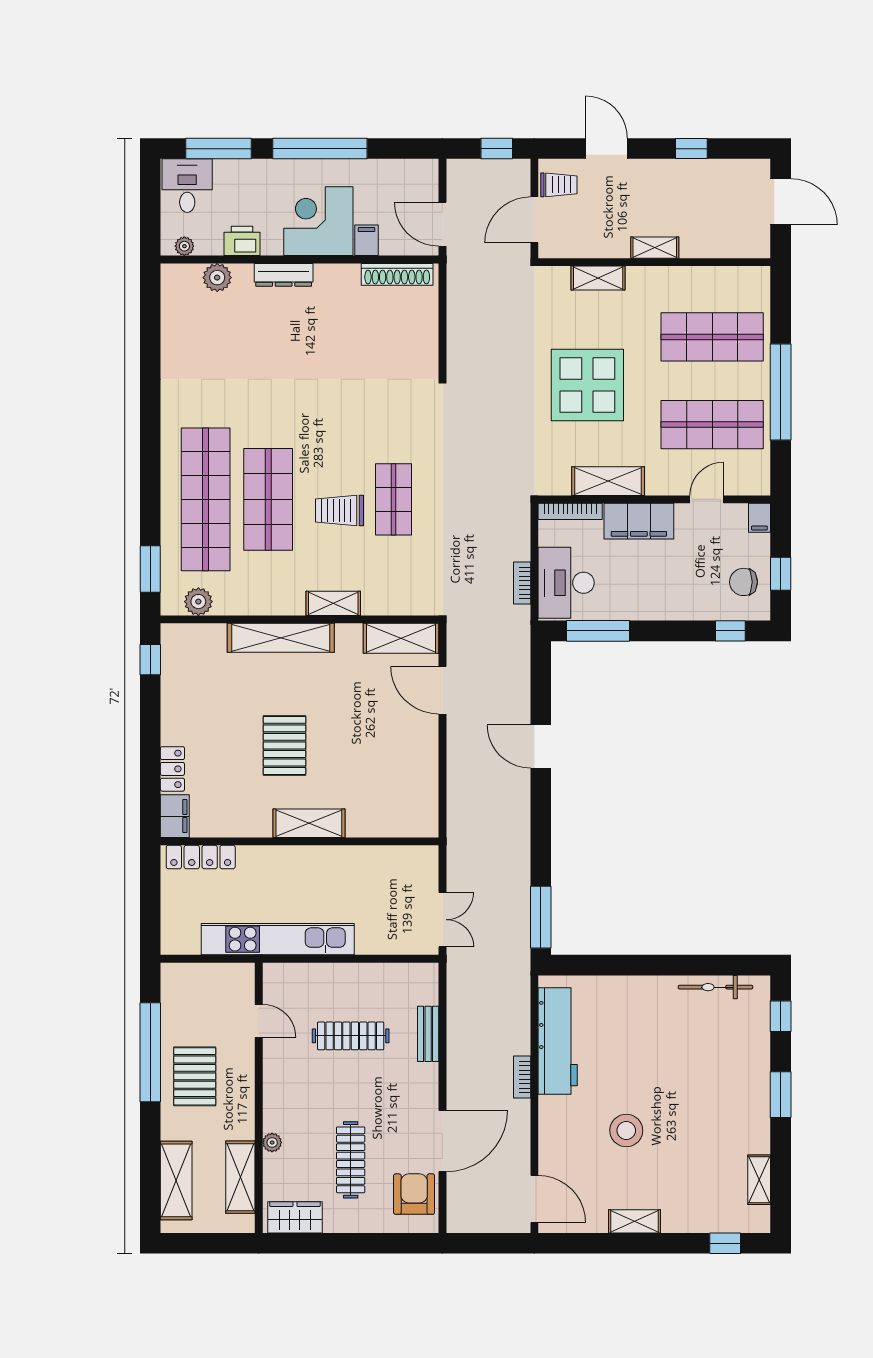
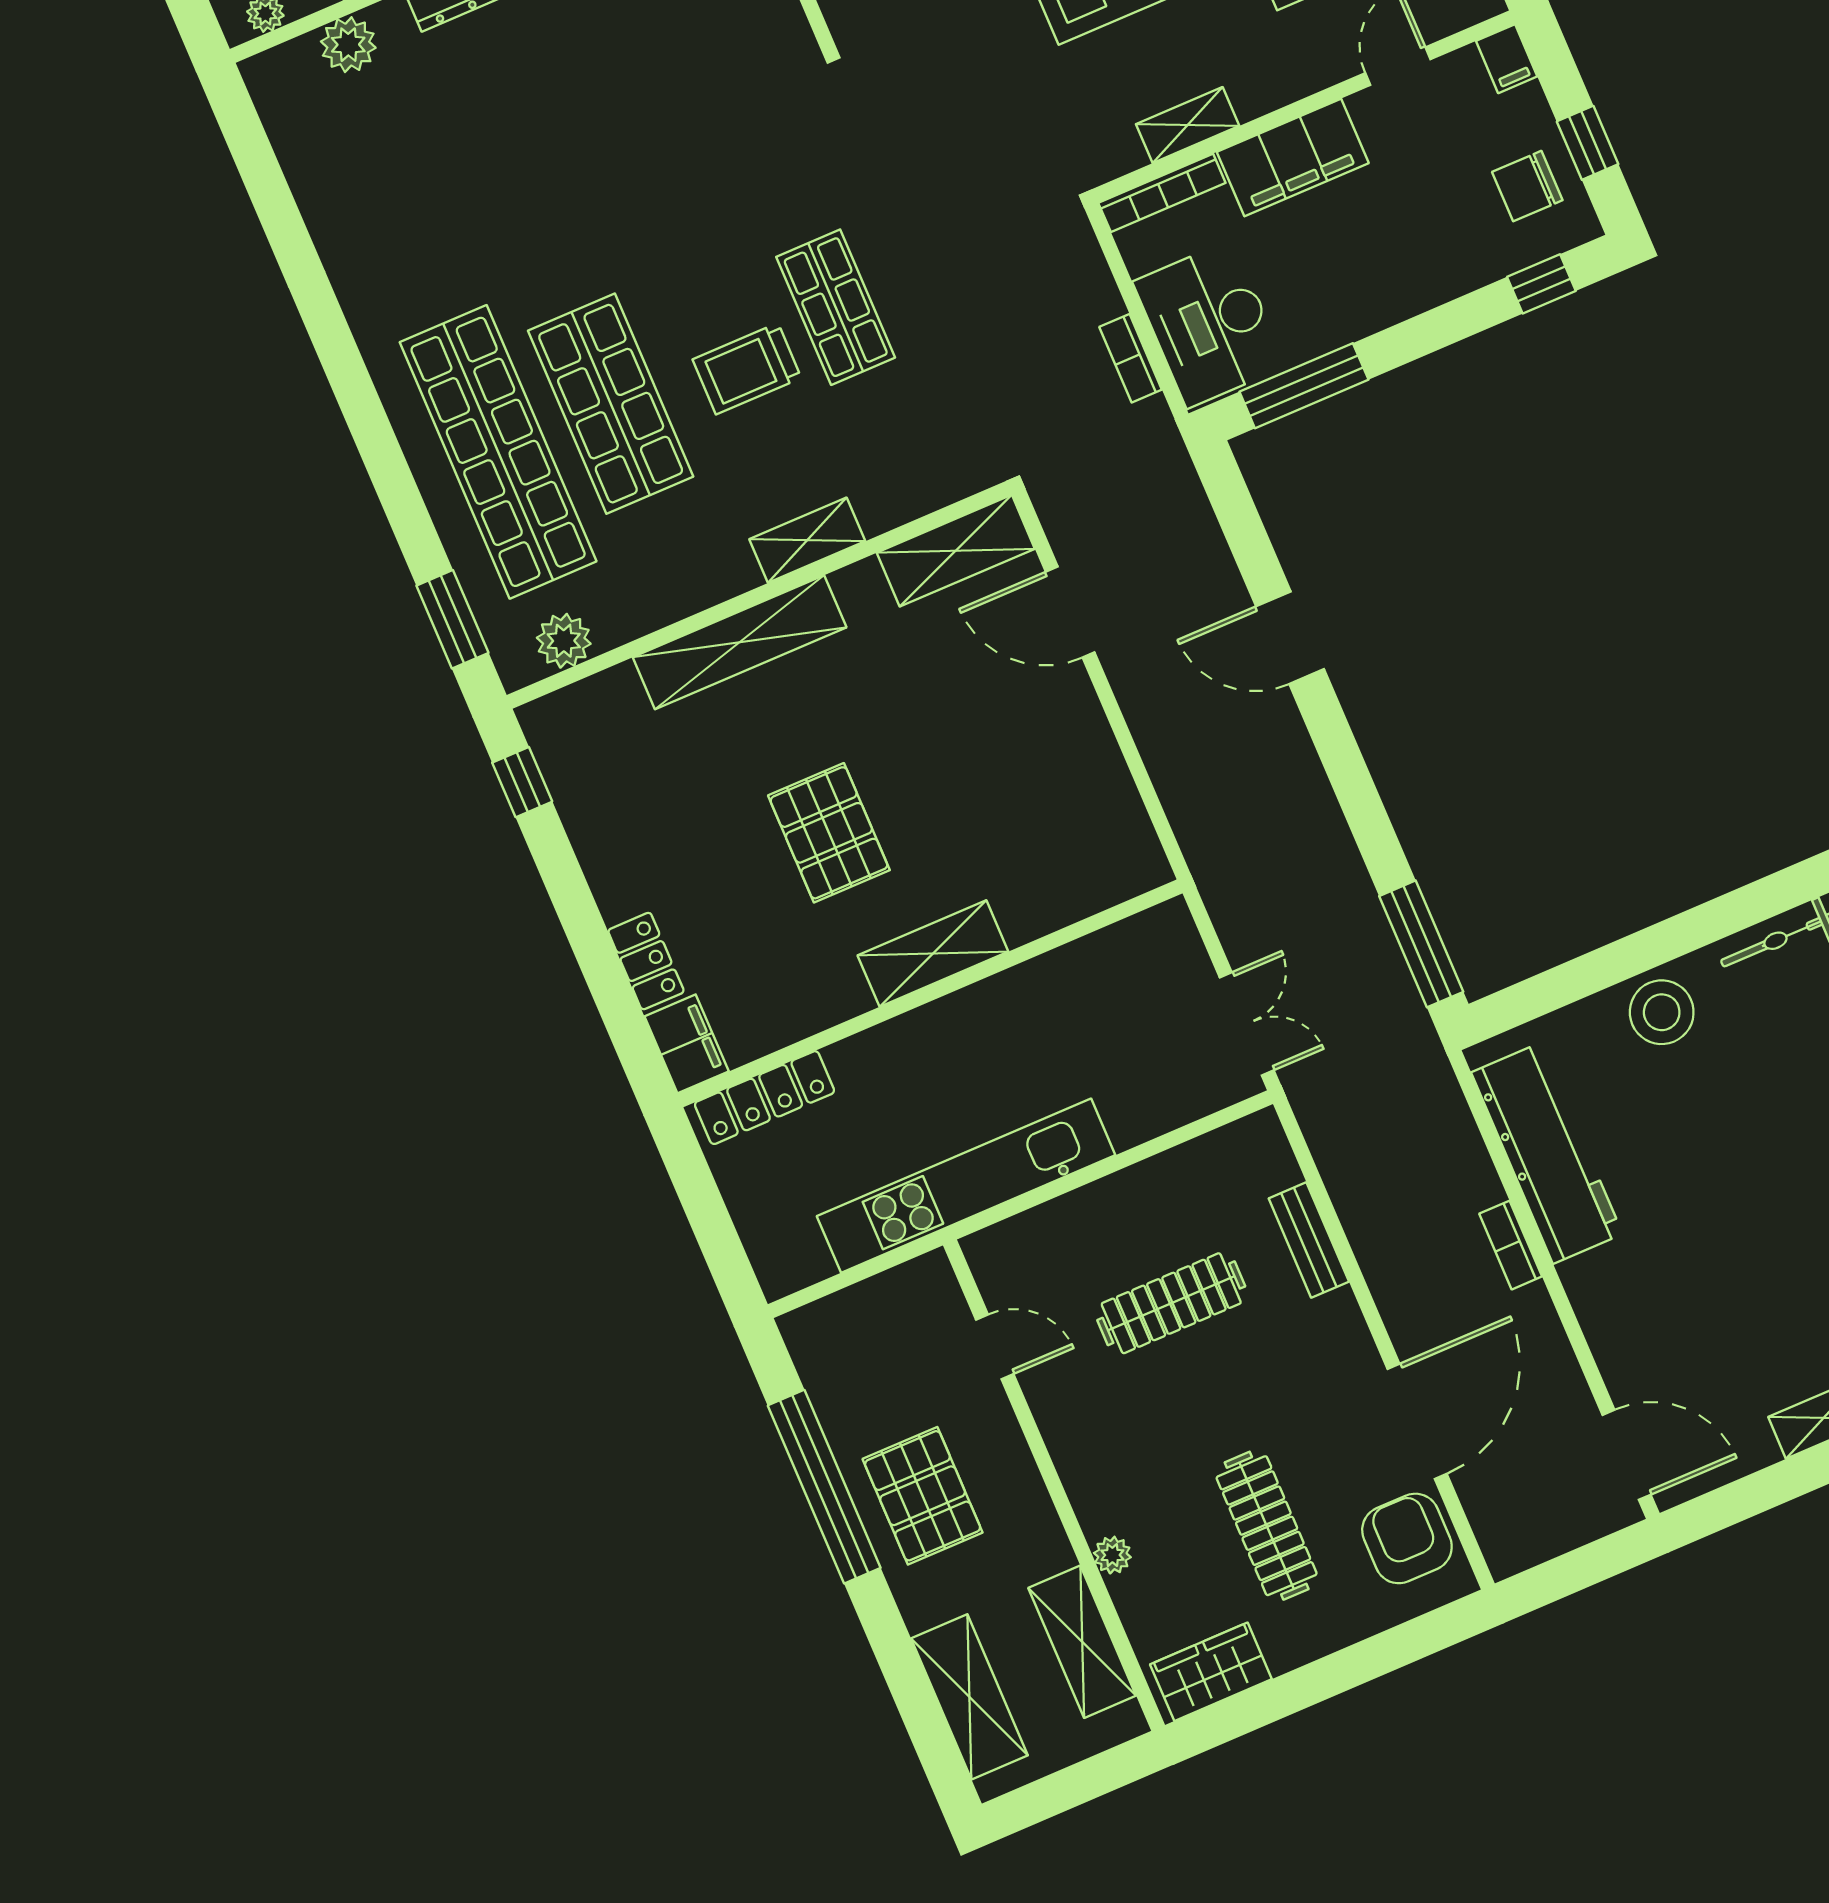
shelving: (608, 481) -> (1188, 125), width x0.67, depth x0.75
stool: (626, 1131) -> (1662, 1012), moved

